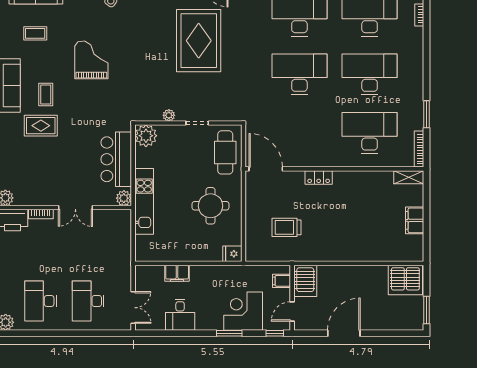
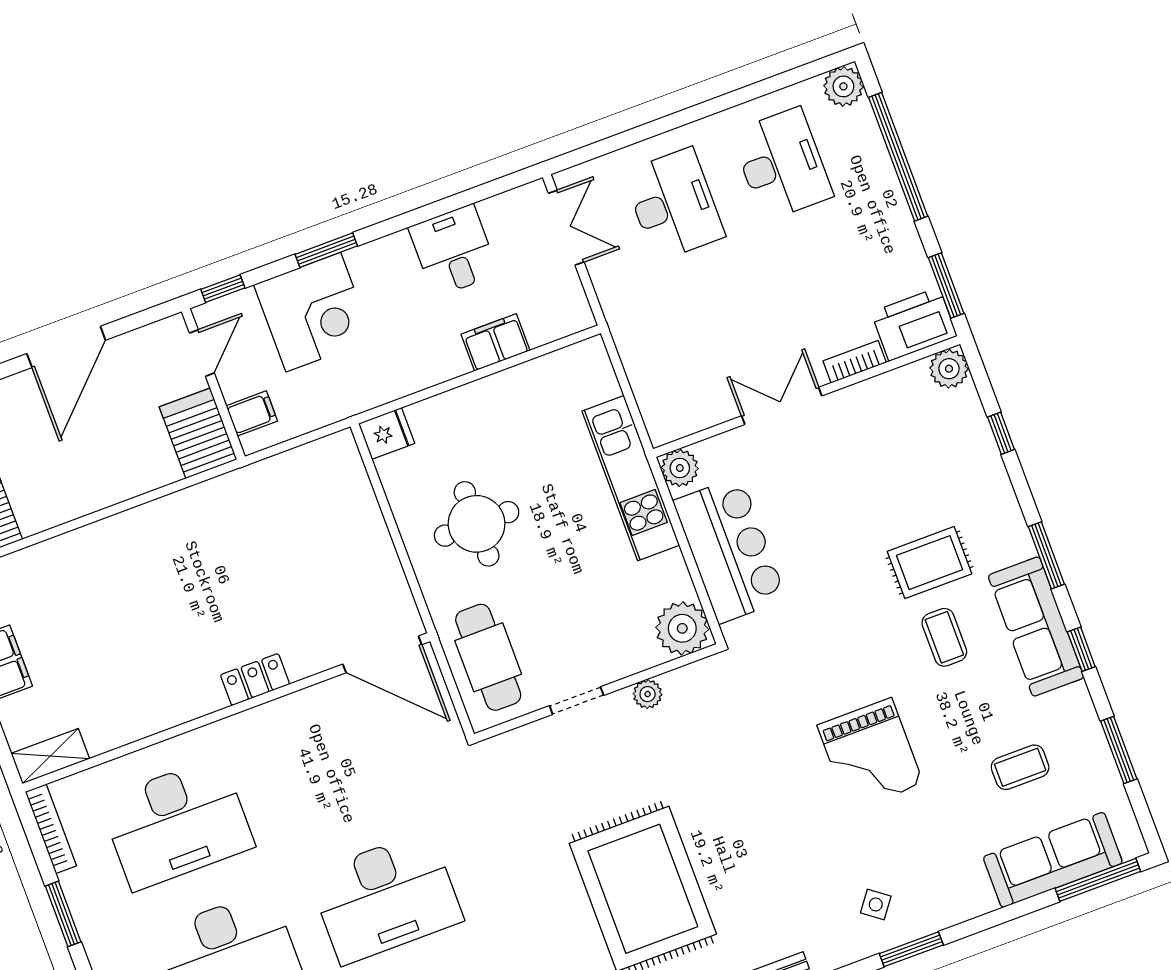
trolley: (286, 227) -> (286, 539), removed
double door: (133, 308) -> (566, 228), swing flipped

